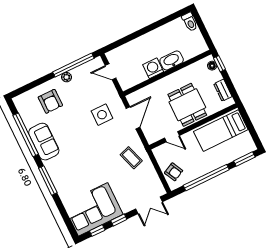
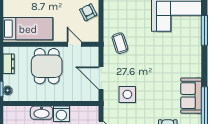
door: (133, 118) -> (101, 78), hinge flipped
window: (48, 180) -> (204, 30), moved

